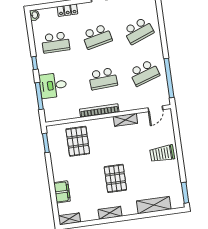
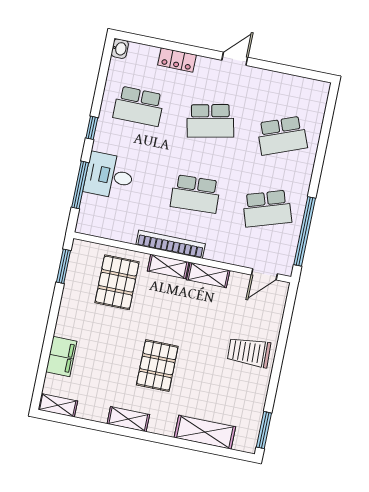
shelving: (102, 123) -> (168, 266), added

